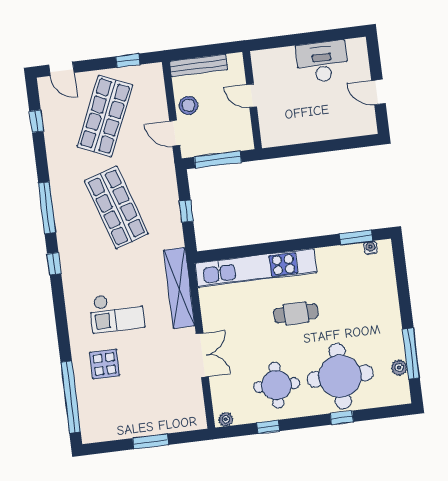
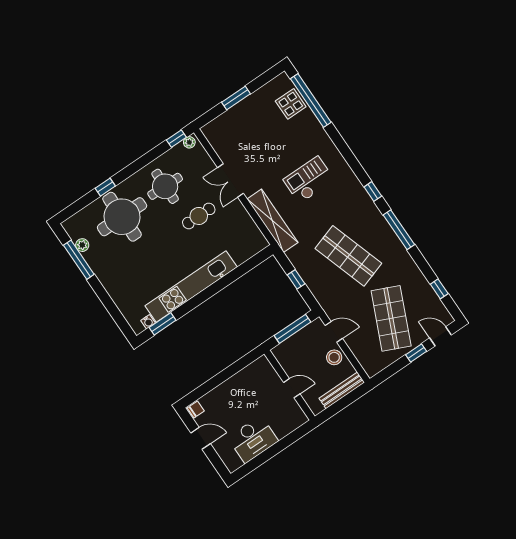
window: (128, 61) -> (416, 353), moved
chair: (367, 126) -> (196, 409), added
kitchen unit: (256, 268) -> (191, 286), moved
cafe table: (296, 313) -> (199, 216), moved
display table: (105, 364) -> (291, 104), moved
window: (268, 427) -> (176, 139), moved

